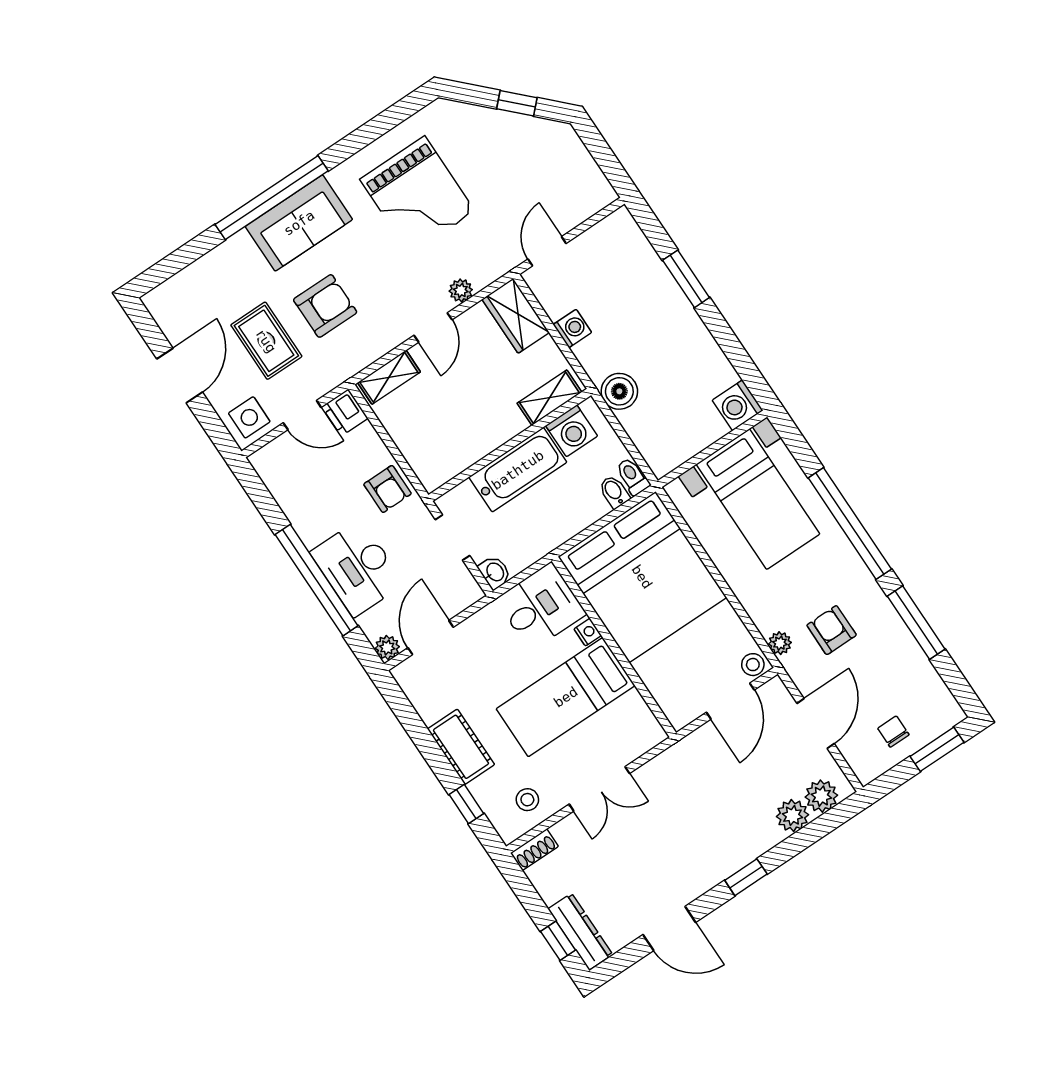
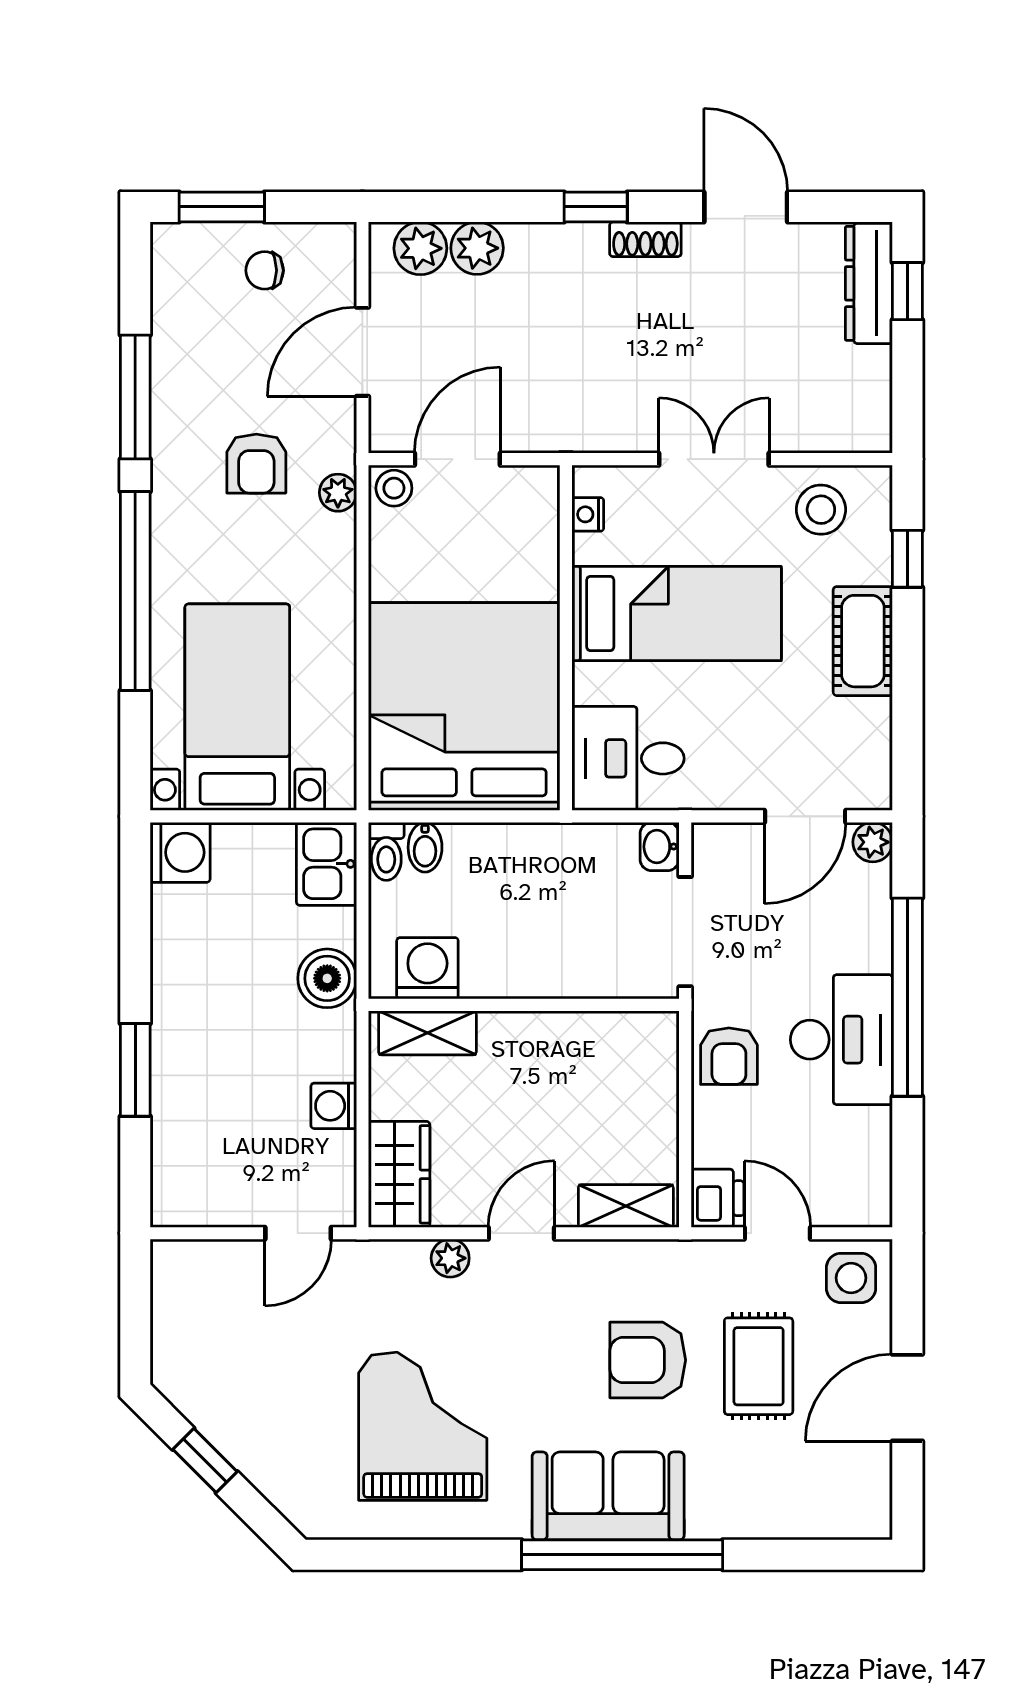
kitchen sink: (659, 450) -> (326, 864), added
bathtub: (518, 470) -> (535, 964), removed
armchair: (388, 489) -> (729, 1056), turned 180
doorway: (452, 538) -> (685, 932), width x1.38
desk: (357, 568) -> (841, 1040), moved
nightstand: (588, 632) -> (588, 514), moved
chair: (893, 732) -> (265, 270), turned 90
stool: (527, 800) -> (821, 510), width x1.37, depth x1.37
shoe rack: (534, 850) -> (645, 239), moved, turned 180

